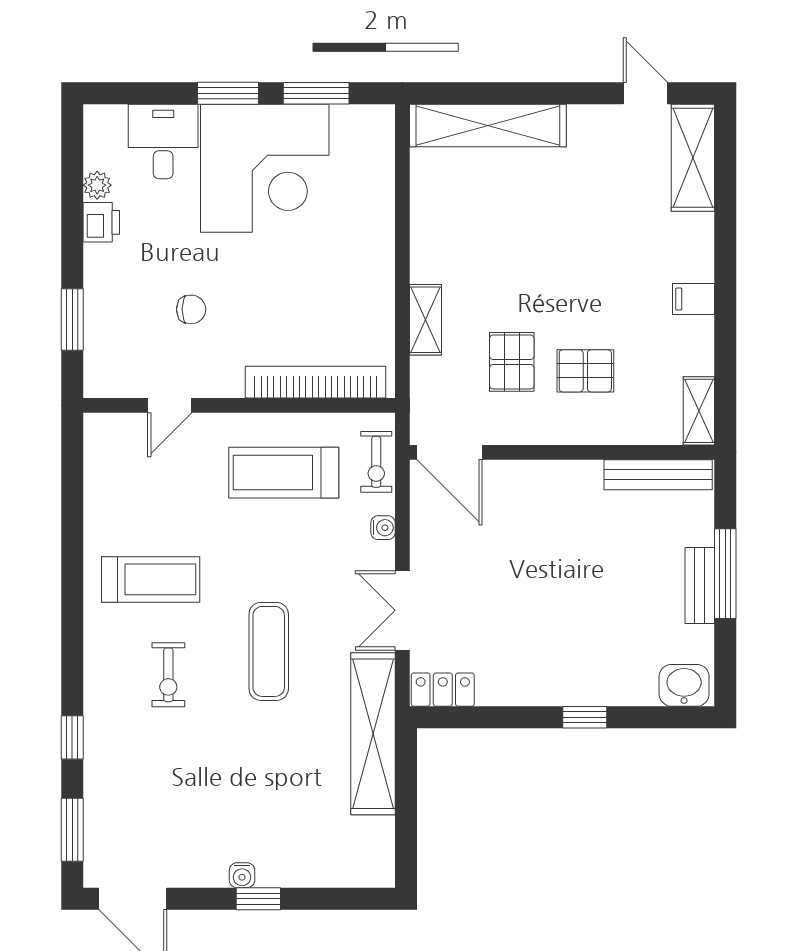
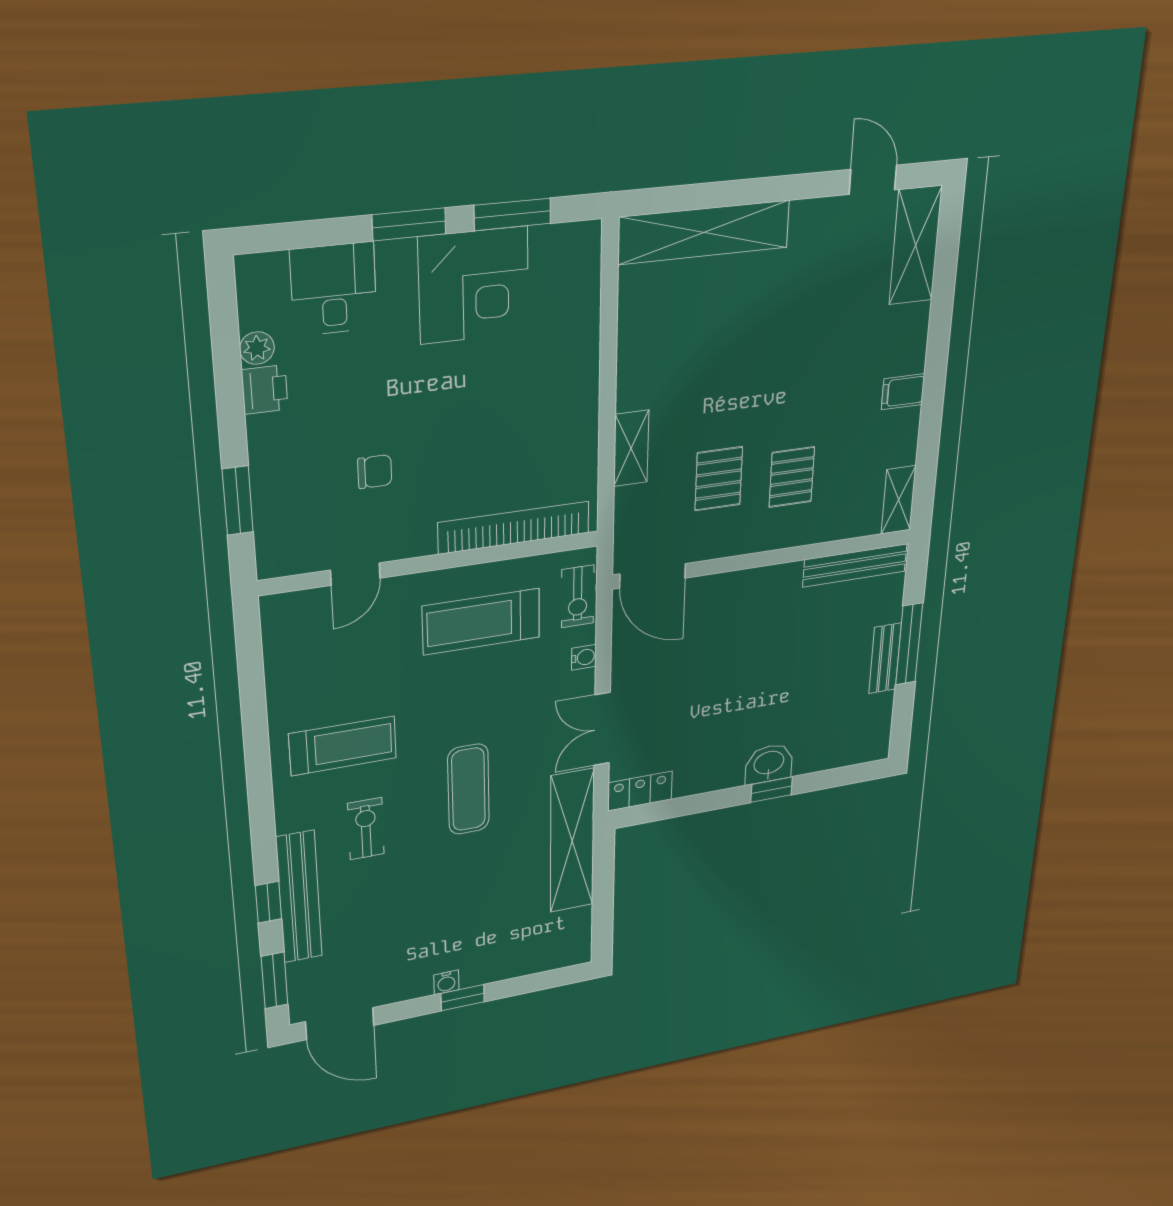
corner desk: (265, 168) -> (474, 285), width x0.74, depth x0.74
pallet: (585, 371) -> (792, 477), turned 90
exercise bike: (168, 675) -> (366, 829), turned 180
washbasin: (684, 685) -> (769, 764), moved
bench: (101, 738) -> (299, 897), added

